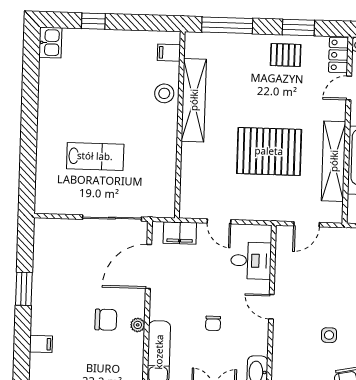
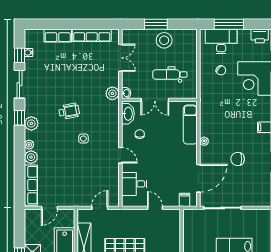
filing cabinet: (180, 233) -> (185, 200), width x0.50
chair: (106, 320) -> (238, 159), moved
chair: (213, 323) -> (140, 134), moved

